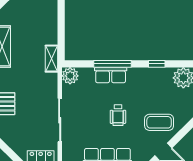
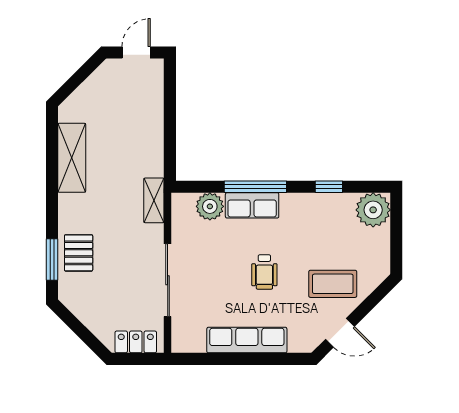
shelving: (52, 59) -> (154, 200), moved
plant: (70, 76) -> (210, 206), moved

